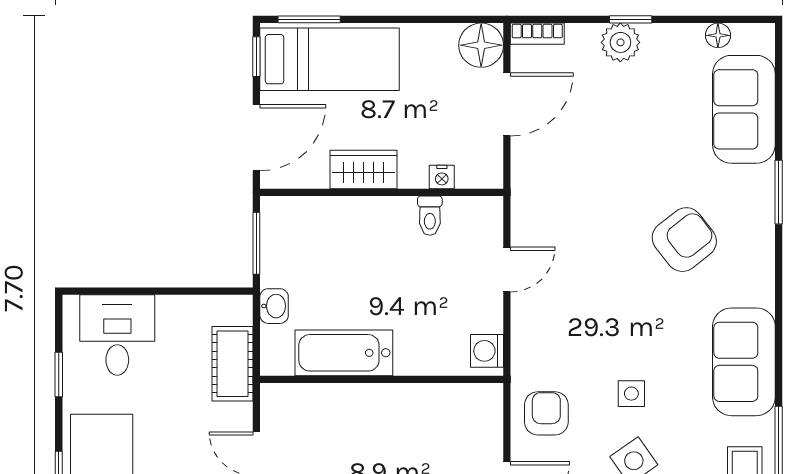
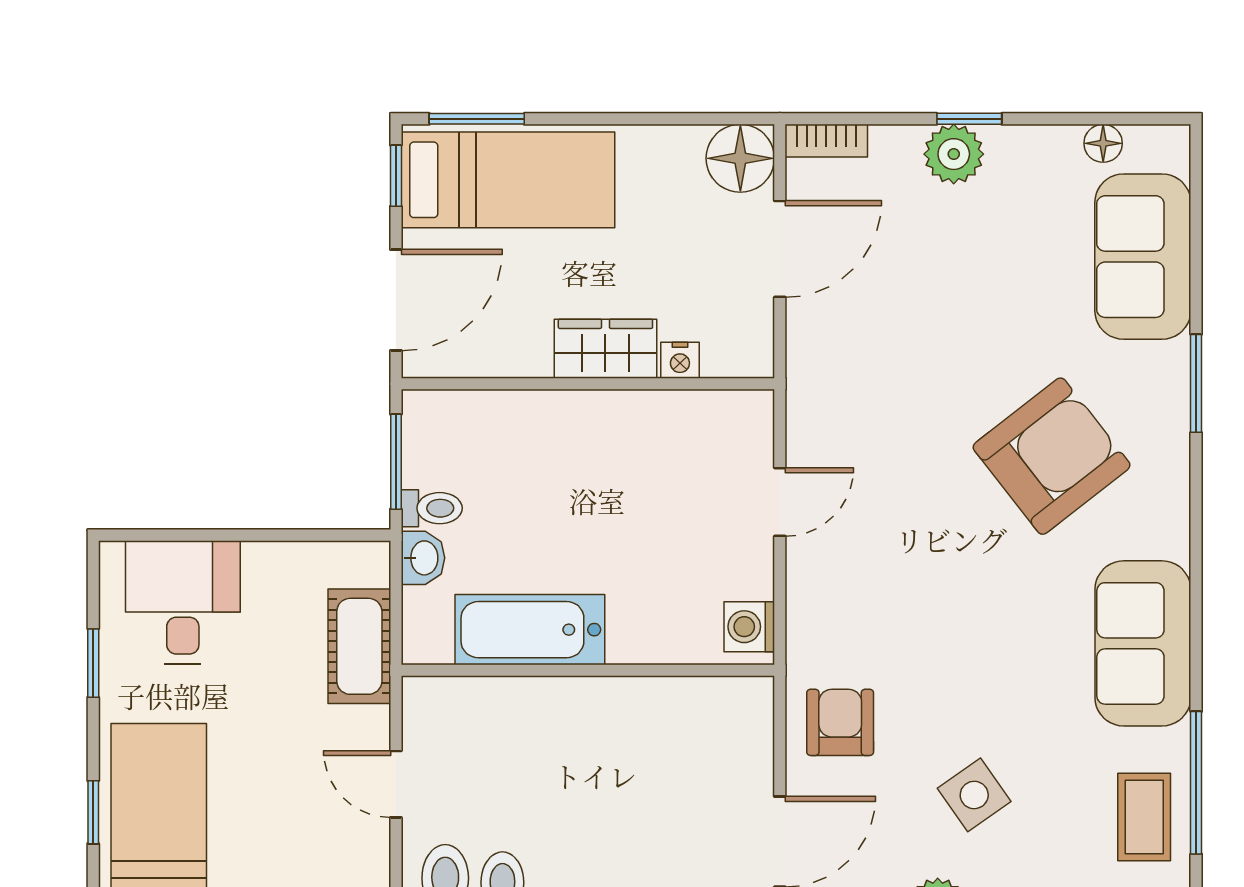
wardrobe: (363, 169) -> (605, 349), moved
toilet: (430, 216) -> (432, 508), moved, turned -90
armchair: (684, 240) -> (1052, 456), width x1.36, depth x1.36
side table: (631, 394) -> (970, 692), removed

